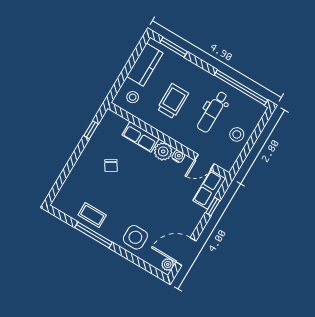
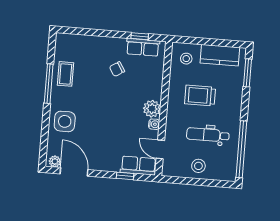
trolley: (173, 101) -> (200, 96), turned 180
row of seats: (140, 137) -> (143, 47), moved, turned -90

